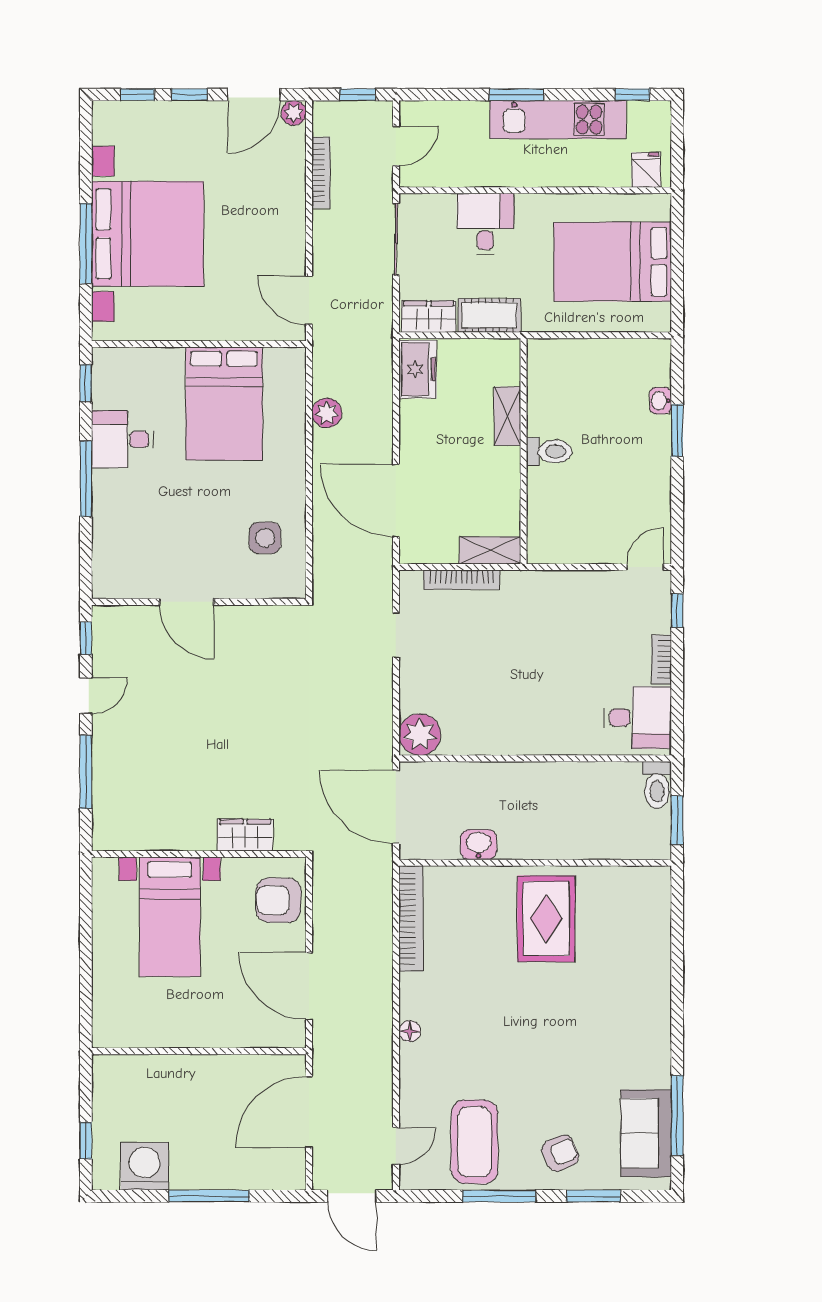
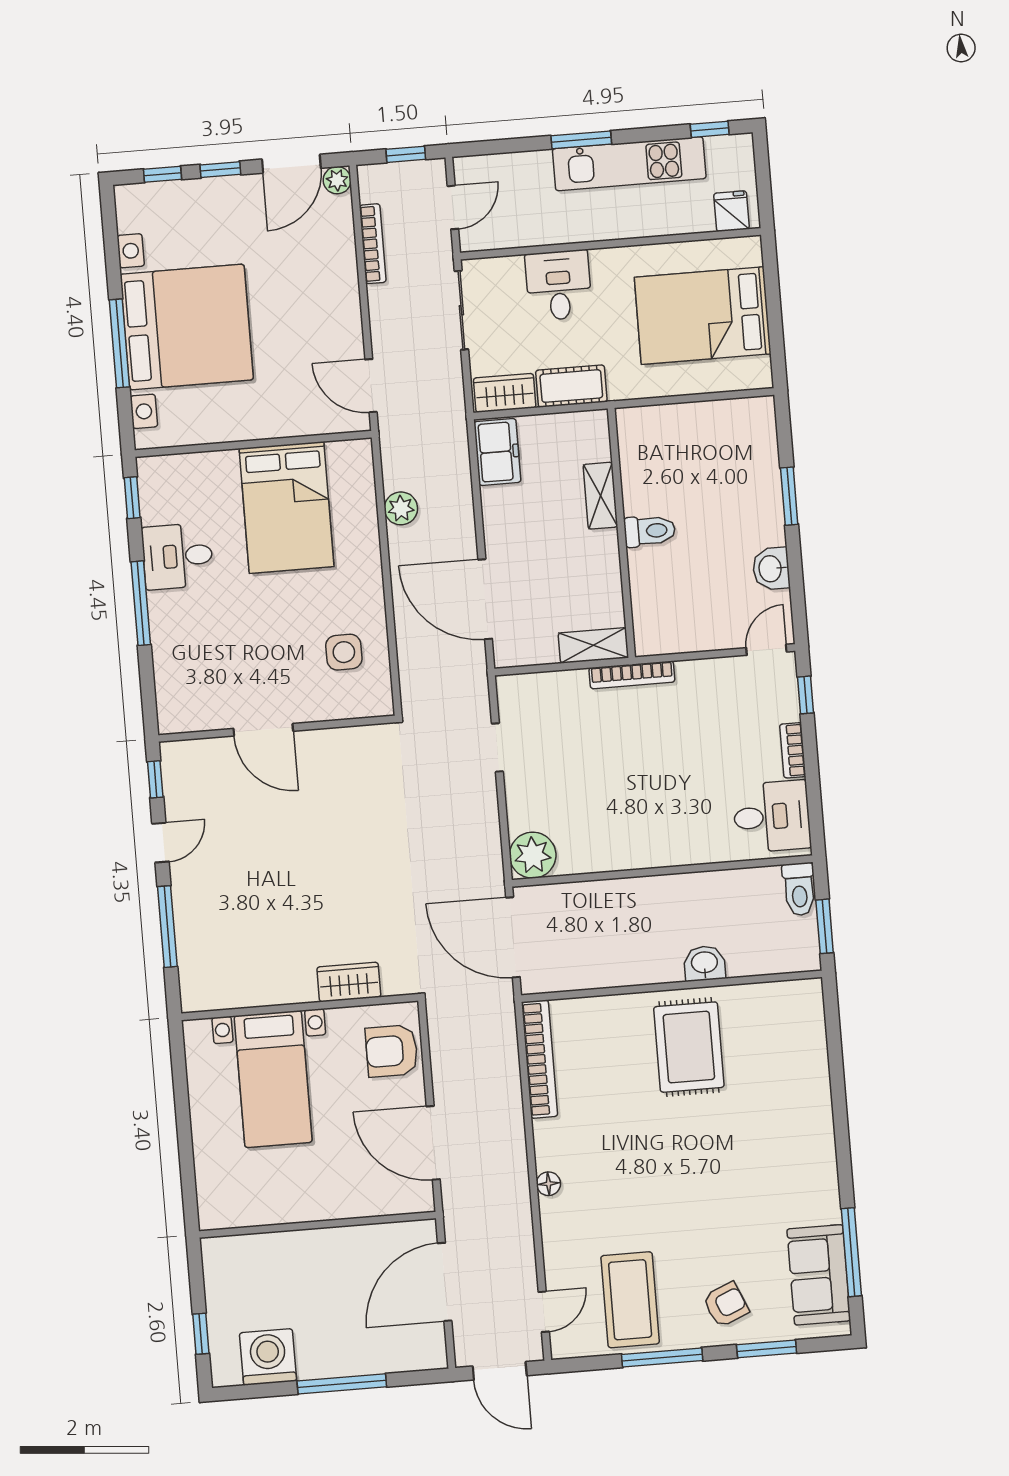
washbasin: (660, 401) -> (771, 569), moved, width x1.38, depth x1.45
bookcase: (462, 580) -> (632, 675), moved
washbasin: (479, 845) -> (705, 963), moved

